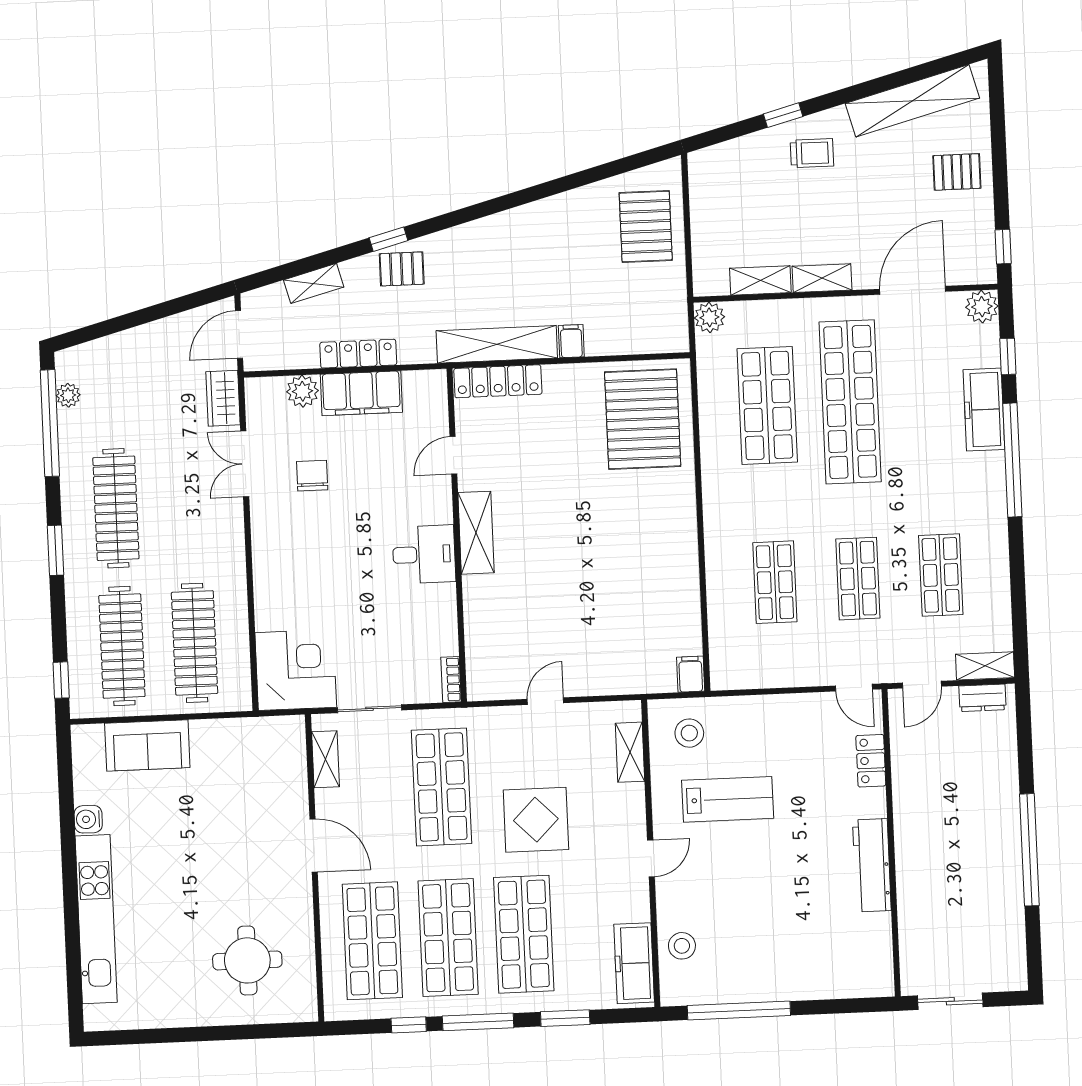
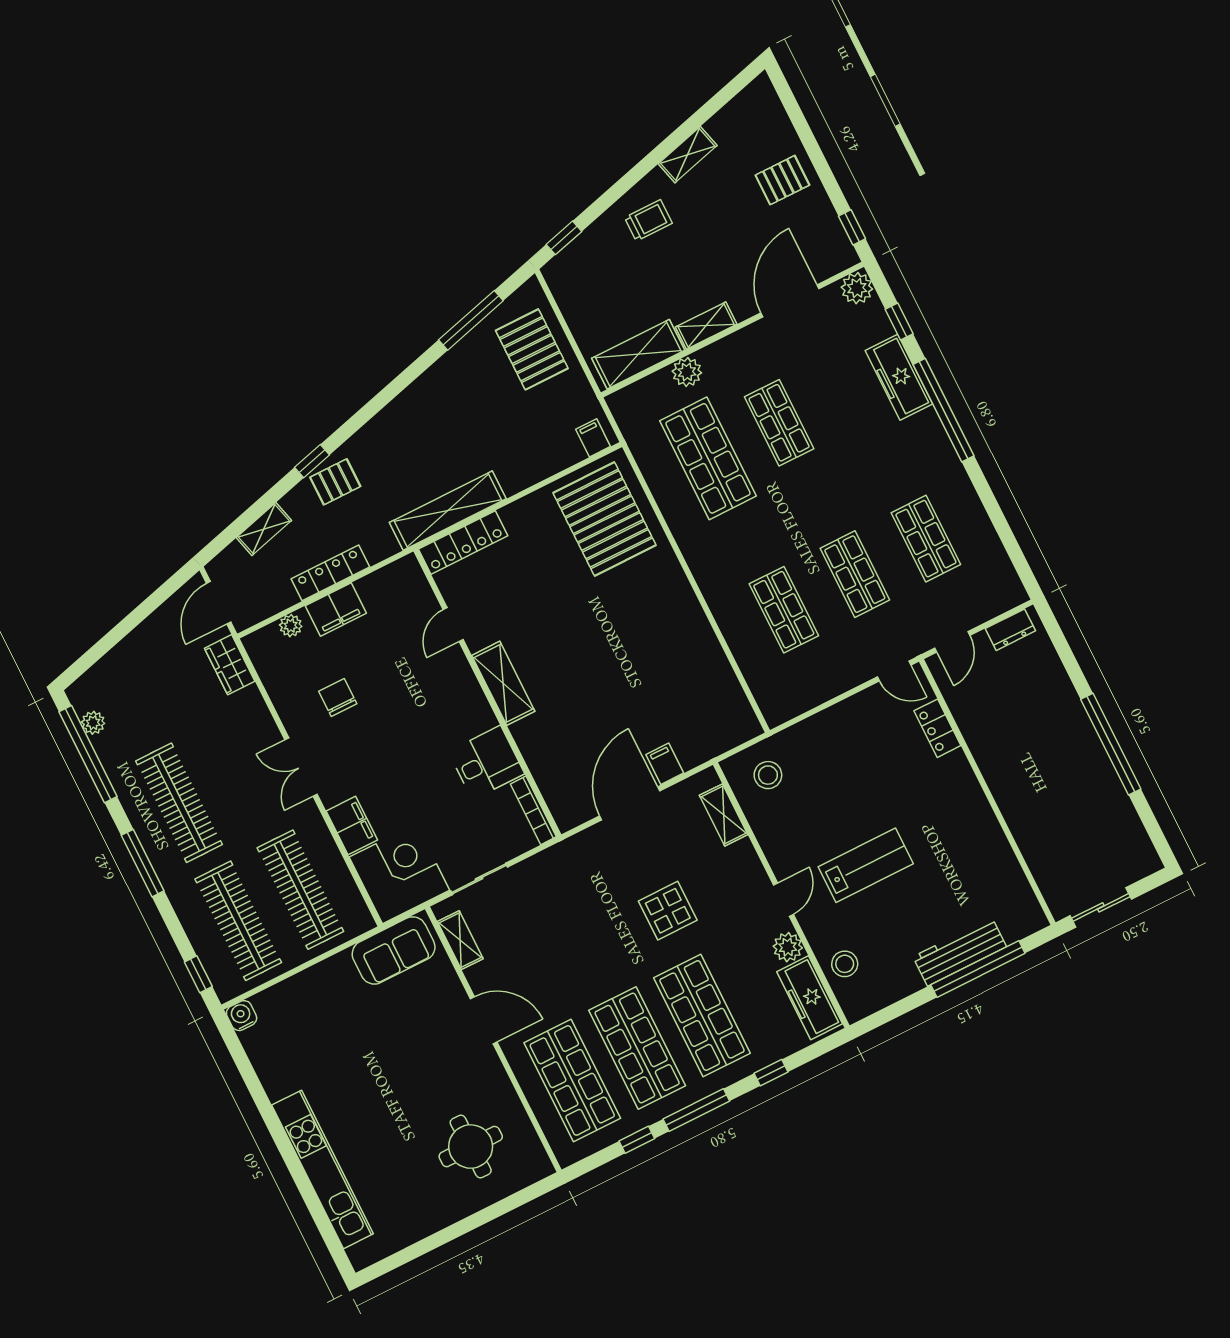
shelving: (912, 101) -> (688, 155), width x0.45, depth x0.75
window: (783, 115) -> (564, 238), moved
window: (600, 173) -> (471, 320), added
shelving: (760, 280) -> (638, 354), width x1.50, depth x1.33
plant: (709, 317) -> (687, 372), moved
filing cabinet: (571, 341) -> (593, 438), moved
plant: (302, 391) -> (291, 626), width x0.73, depth x0.73
filing cabinet: (361, 393) -> (336, 609), width x0.67, depth x0.86
shop shelf: (850, 402) -> (779, 423), width x0.50, depth x0.74
double door: (245, 464) -> (301, 767), moved
window: (55, 550) -> (143, 863), width x1.44
desk: (424, 554) -> (486, 763), moved
filing cabinet: (271, 604) -> (352, 825), added
shelving: (985, 666) -> (1000, 601), removed
filing cabinet: (691, 674) -> (665, 764), moved
bookcase: (451, 679) -> (533, 810), width x1.56
door: (545, 701) -> (630, 803), width x1.88
sofa: (147, 745) -> (394, 950), moved
shop shelf: (441, 787) -> (572, 919), removed
lab bench: (728, 799) -> (866, 865), moved
water cooler: (88, 819) -> (242, 1016), moved, turned 90
display table: (536, 820) -> (668, 911), width x0.73, depth x0.73
workbench: (872, 865) -> (960, 952), moved, turned 90
plant: (635, 906) -> (788, 947), added
window: (739, 1011) -> (978, 969), moved
window: (565, 1018) -> (771, 1073), width x0.67

